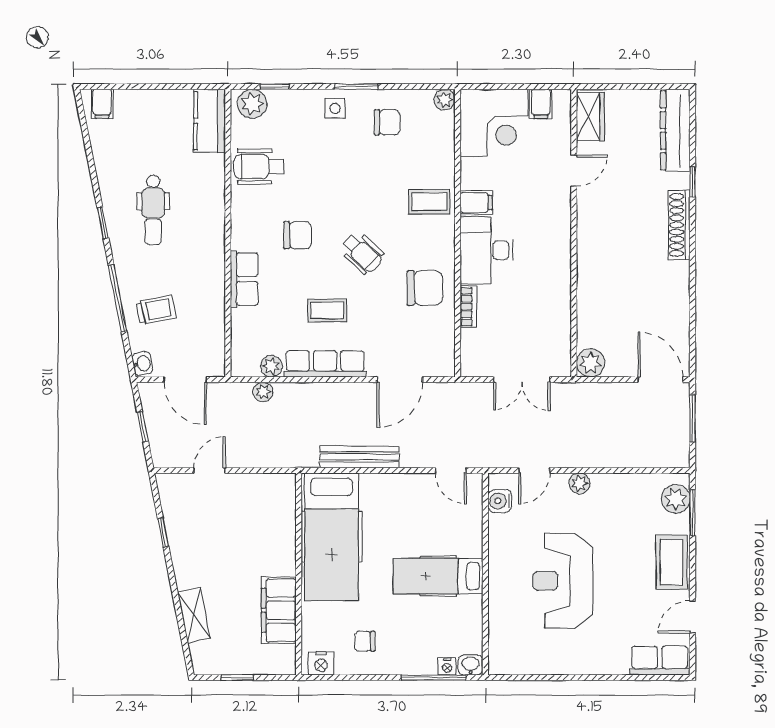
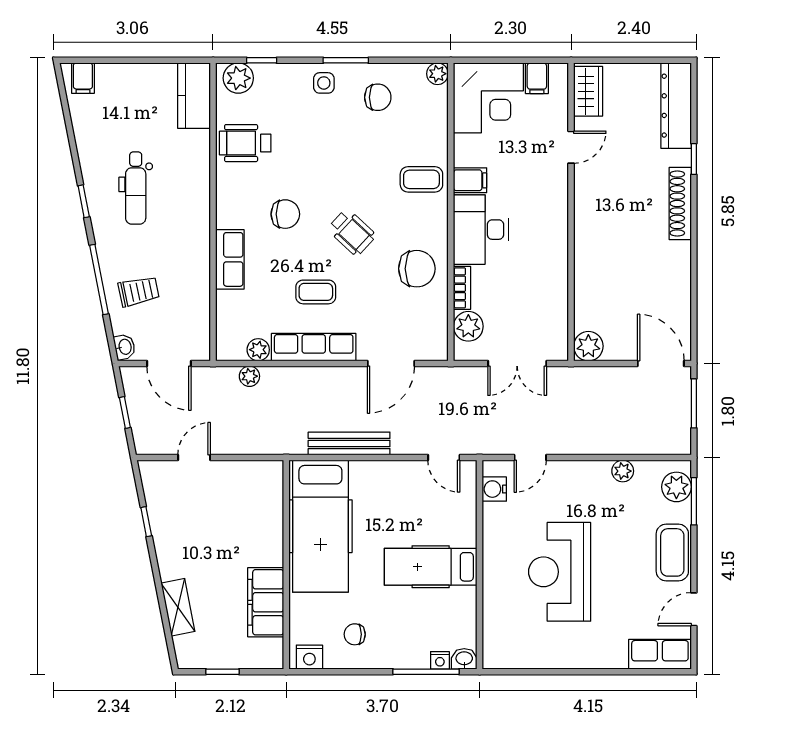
plant: (475, 344) -> (468, 326), added
plant: (579, 483) -> (623, 471), moved

